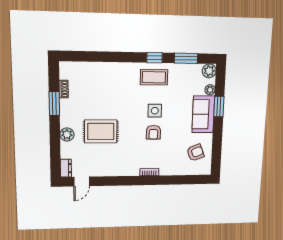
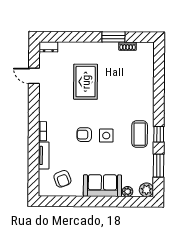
window: (219, 107) -> (110, 202), removed
plant: (67, 135) -> (83, 48), removed
tv unit: (173, 171) -> (44, 155), added
door: (82, 182) -> (34, 76), moved

